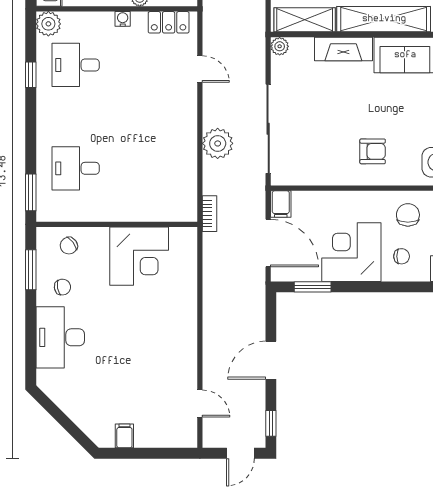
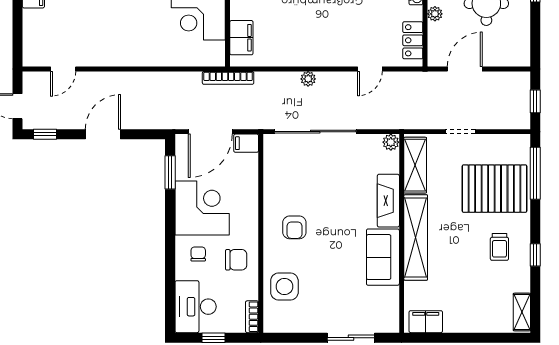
plant: (218, 143) -> (308, 79), width x0.53, depth x0.53
filing cabinet: (166, 209) -> (241, 38), added
bookcase: (210, 214) -> (228, 78), width x1.56
chair: (402, 256) -> (198, 254), turned 180
door: (271, 360) -> (103, 134), hinge flipped

